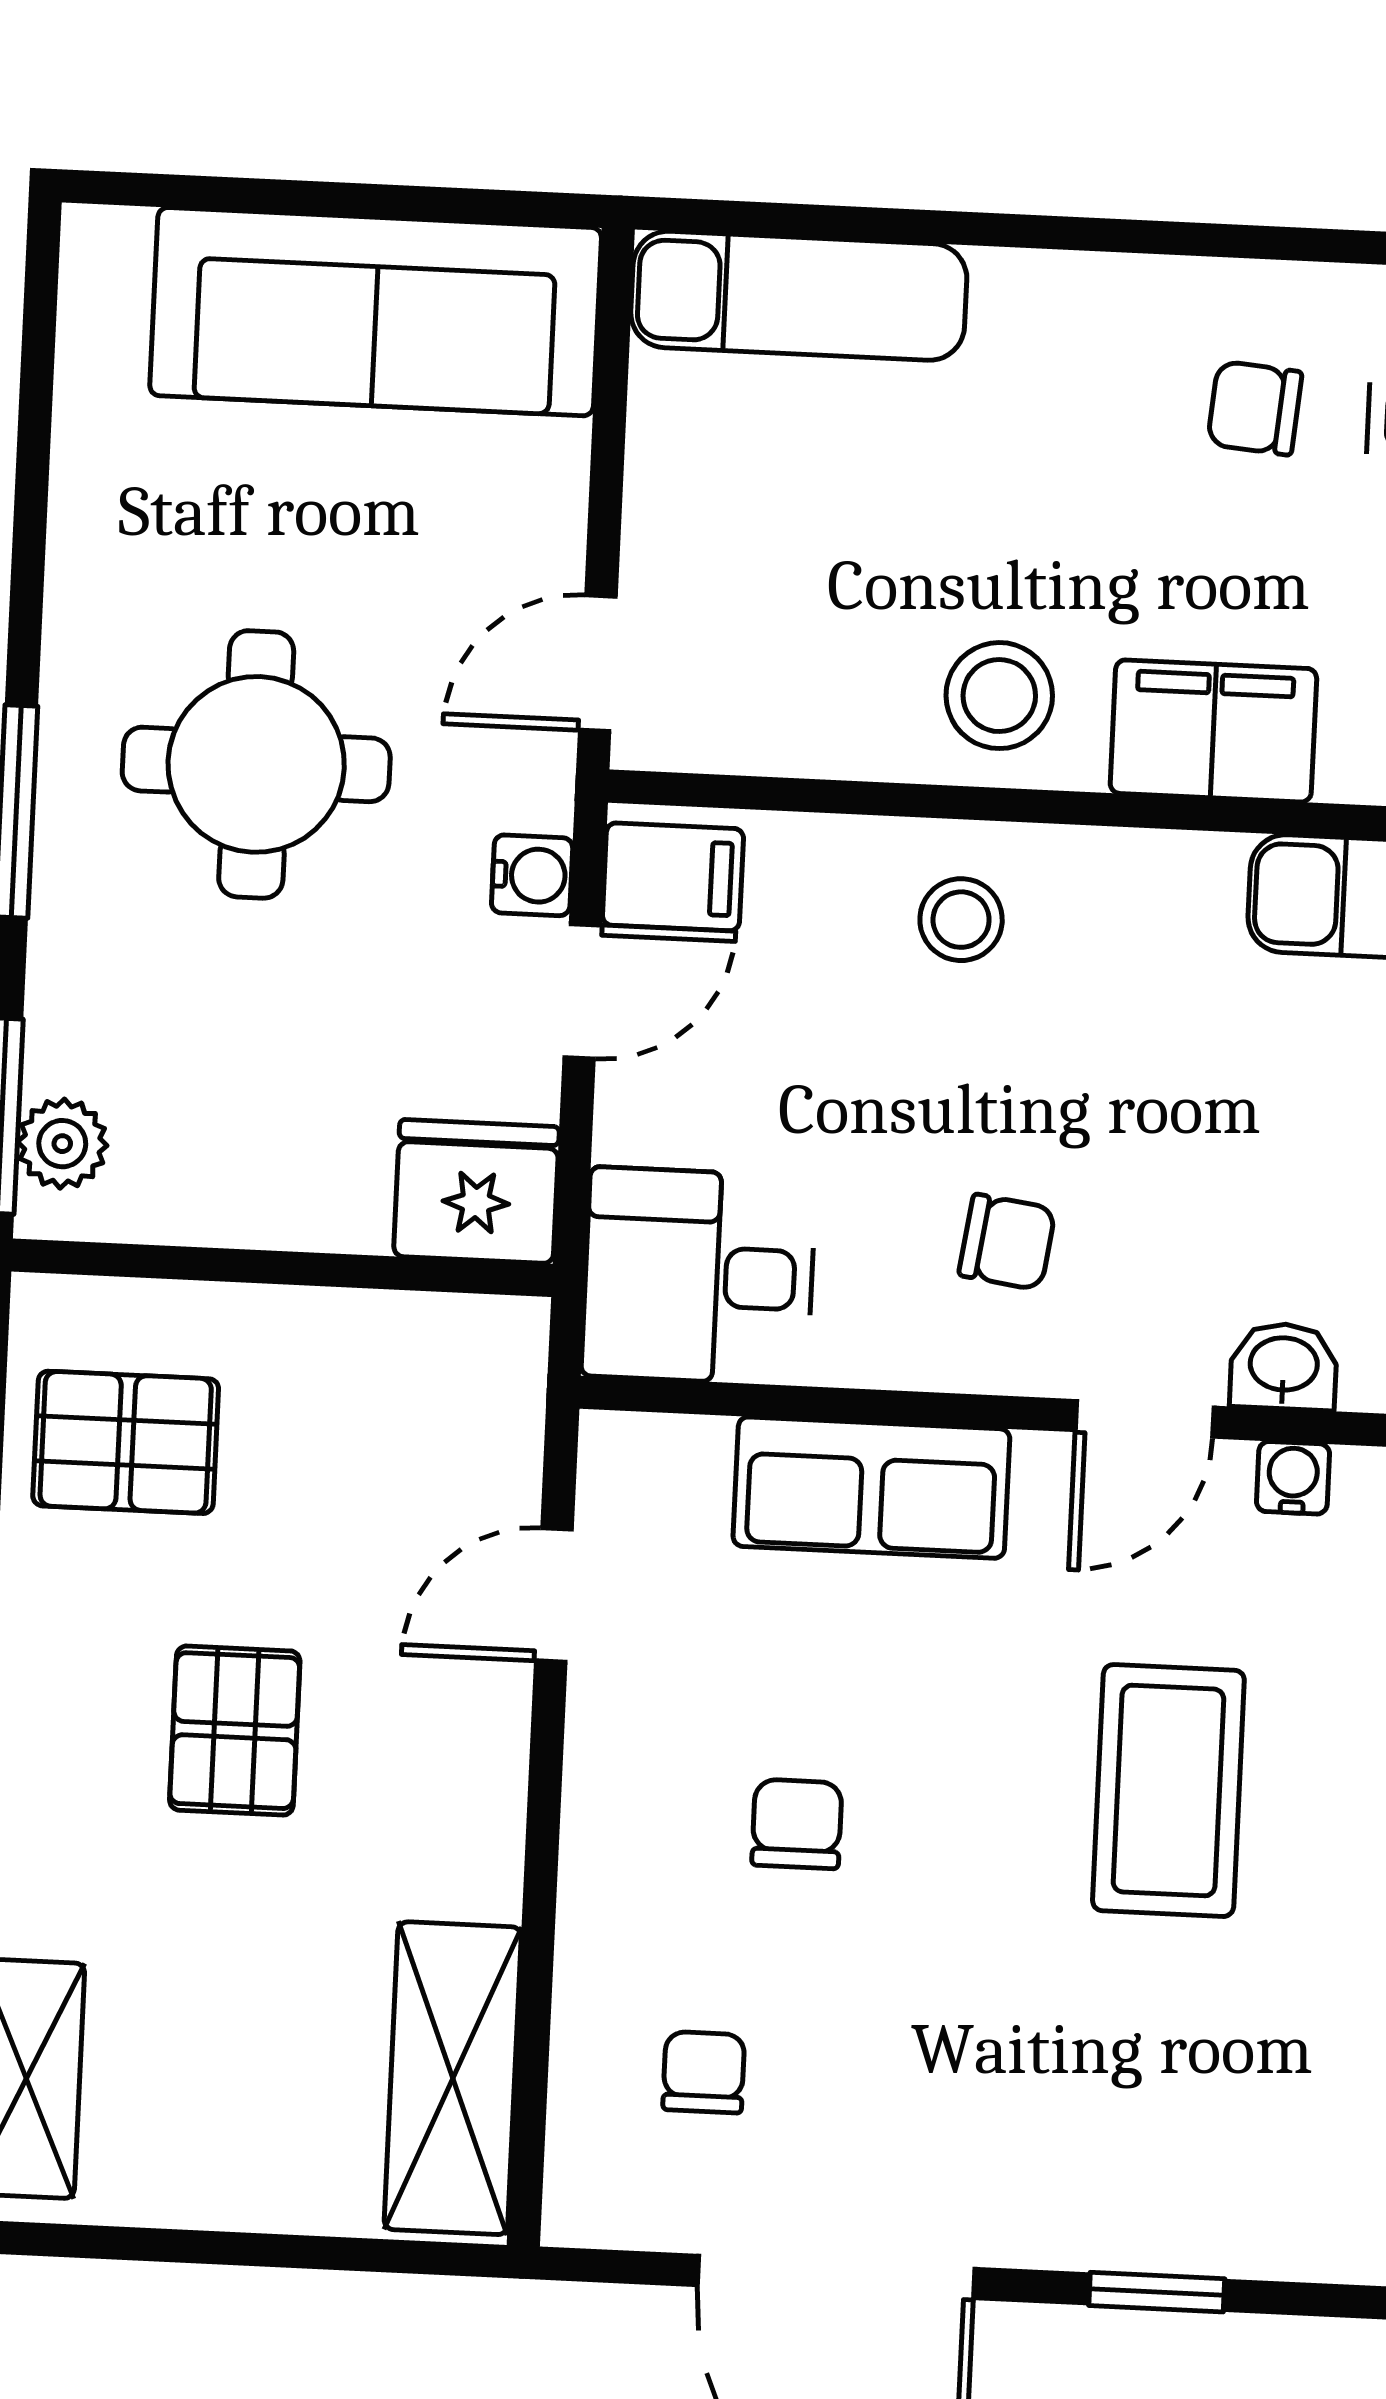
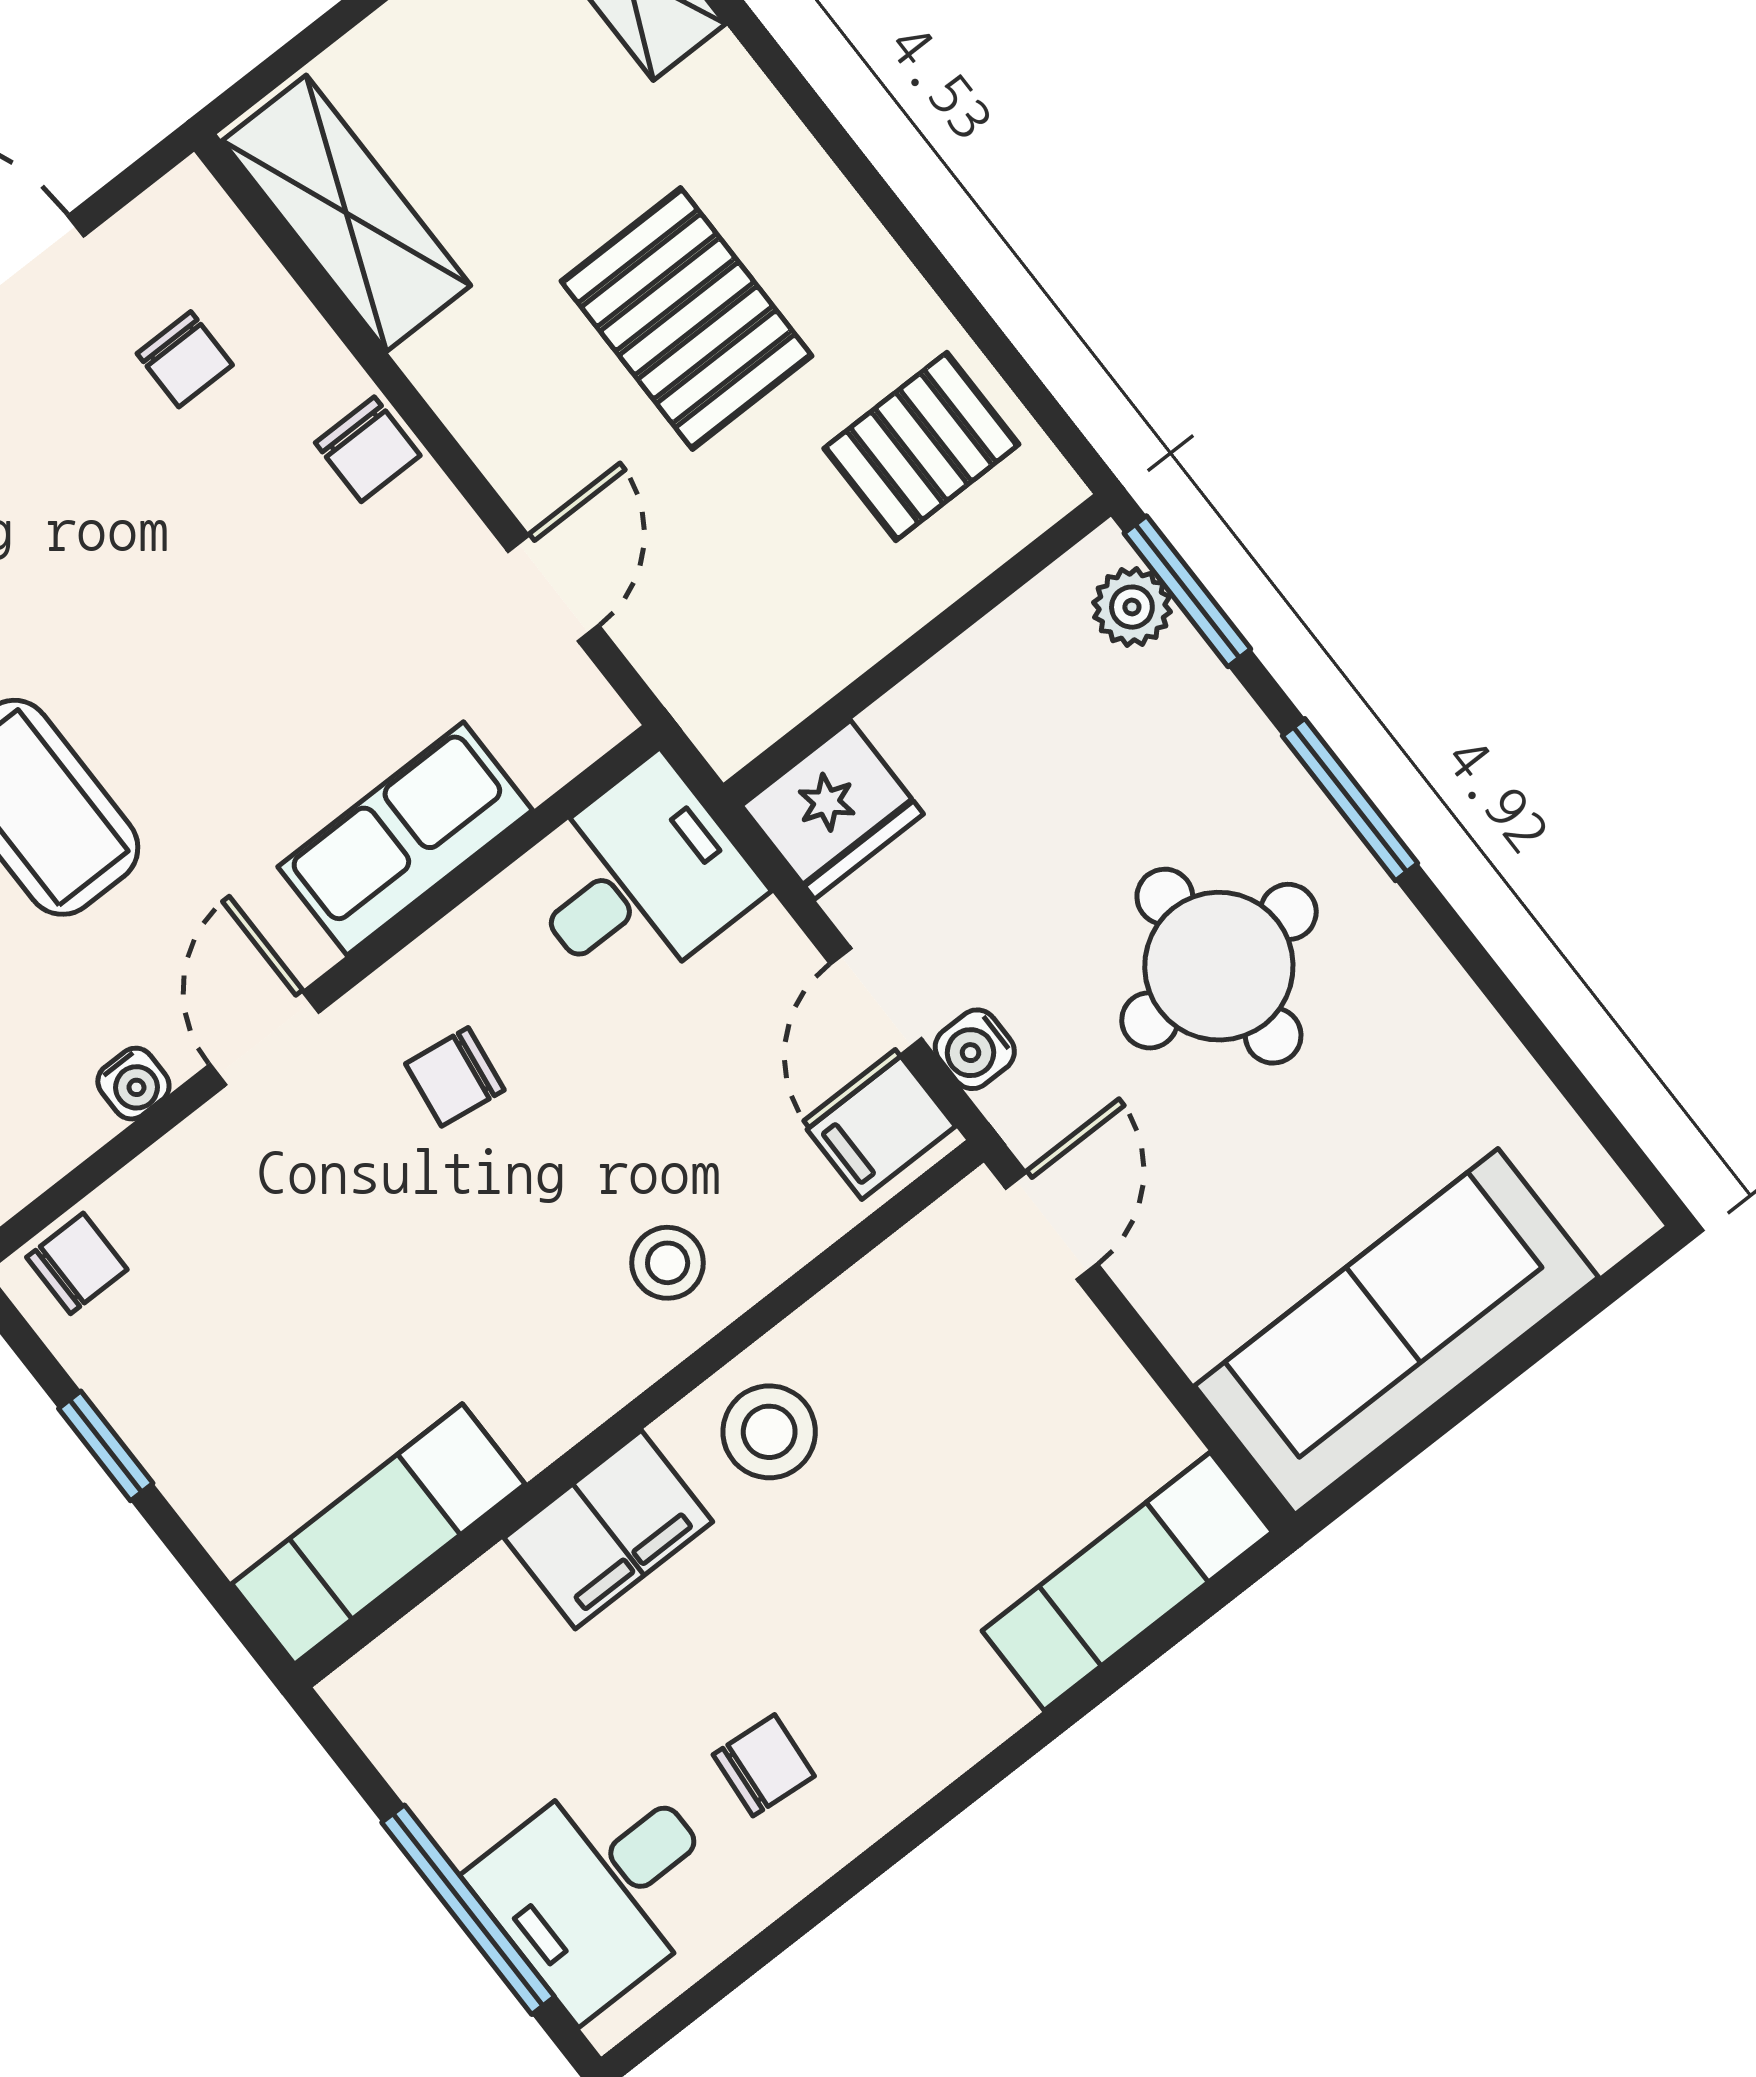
washbasin: (1284, 1366) -> (203, 1151), removed
pallet: (235, 1731) -> (686, 319), width x1.50, depth x1.42
chair: (797, 1824) -> (368, 449), moved

